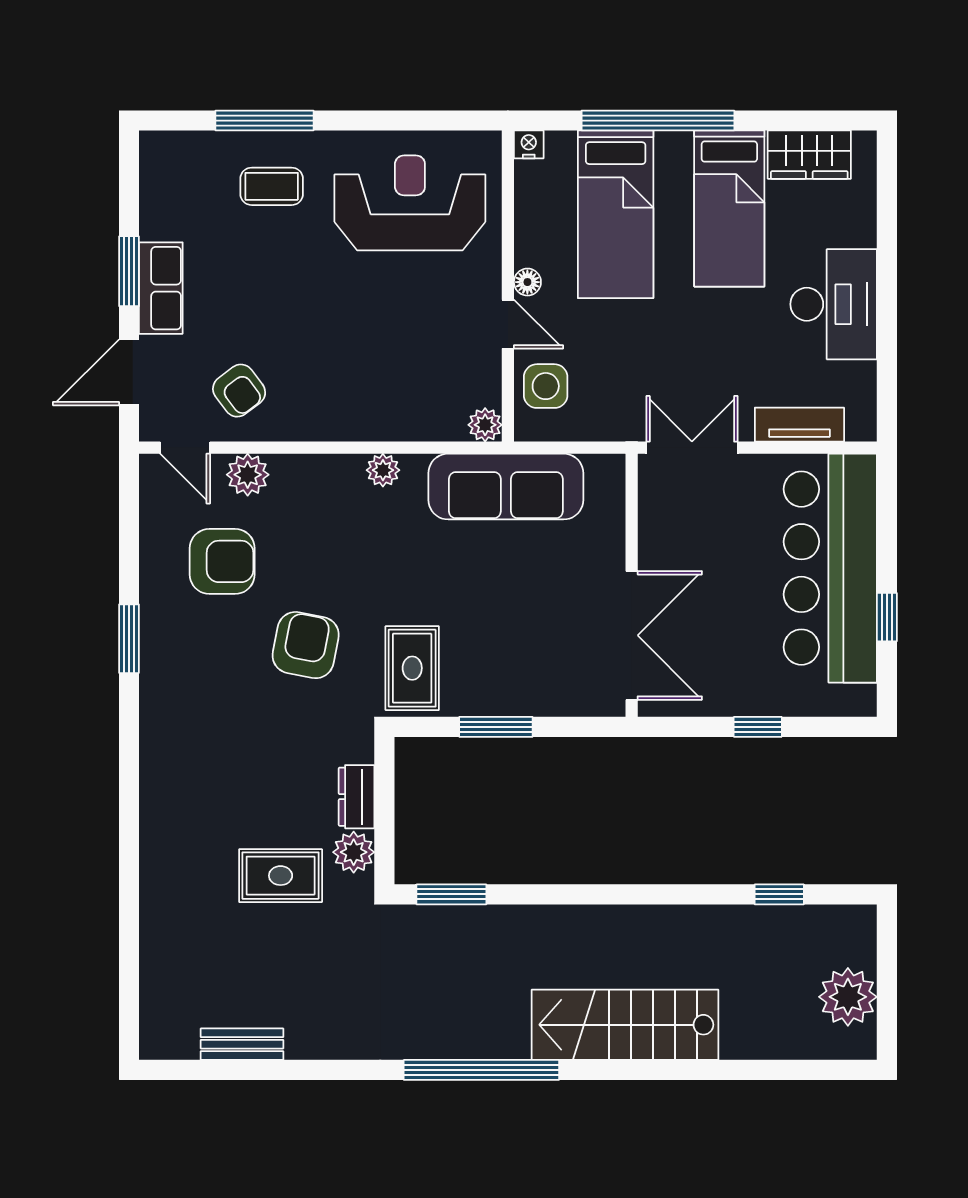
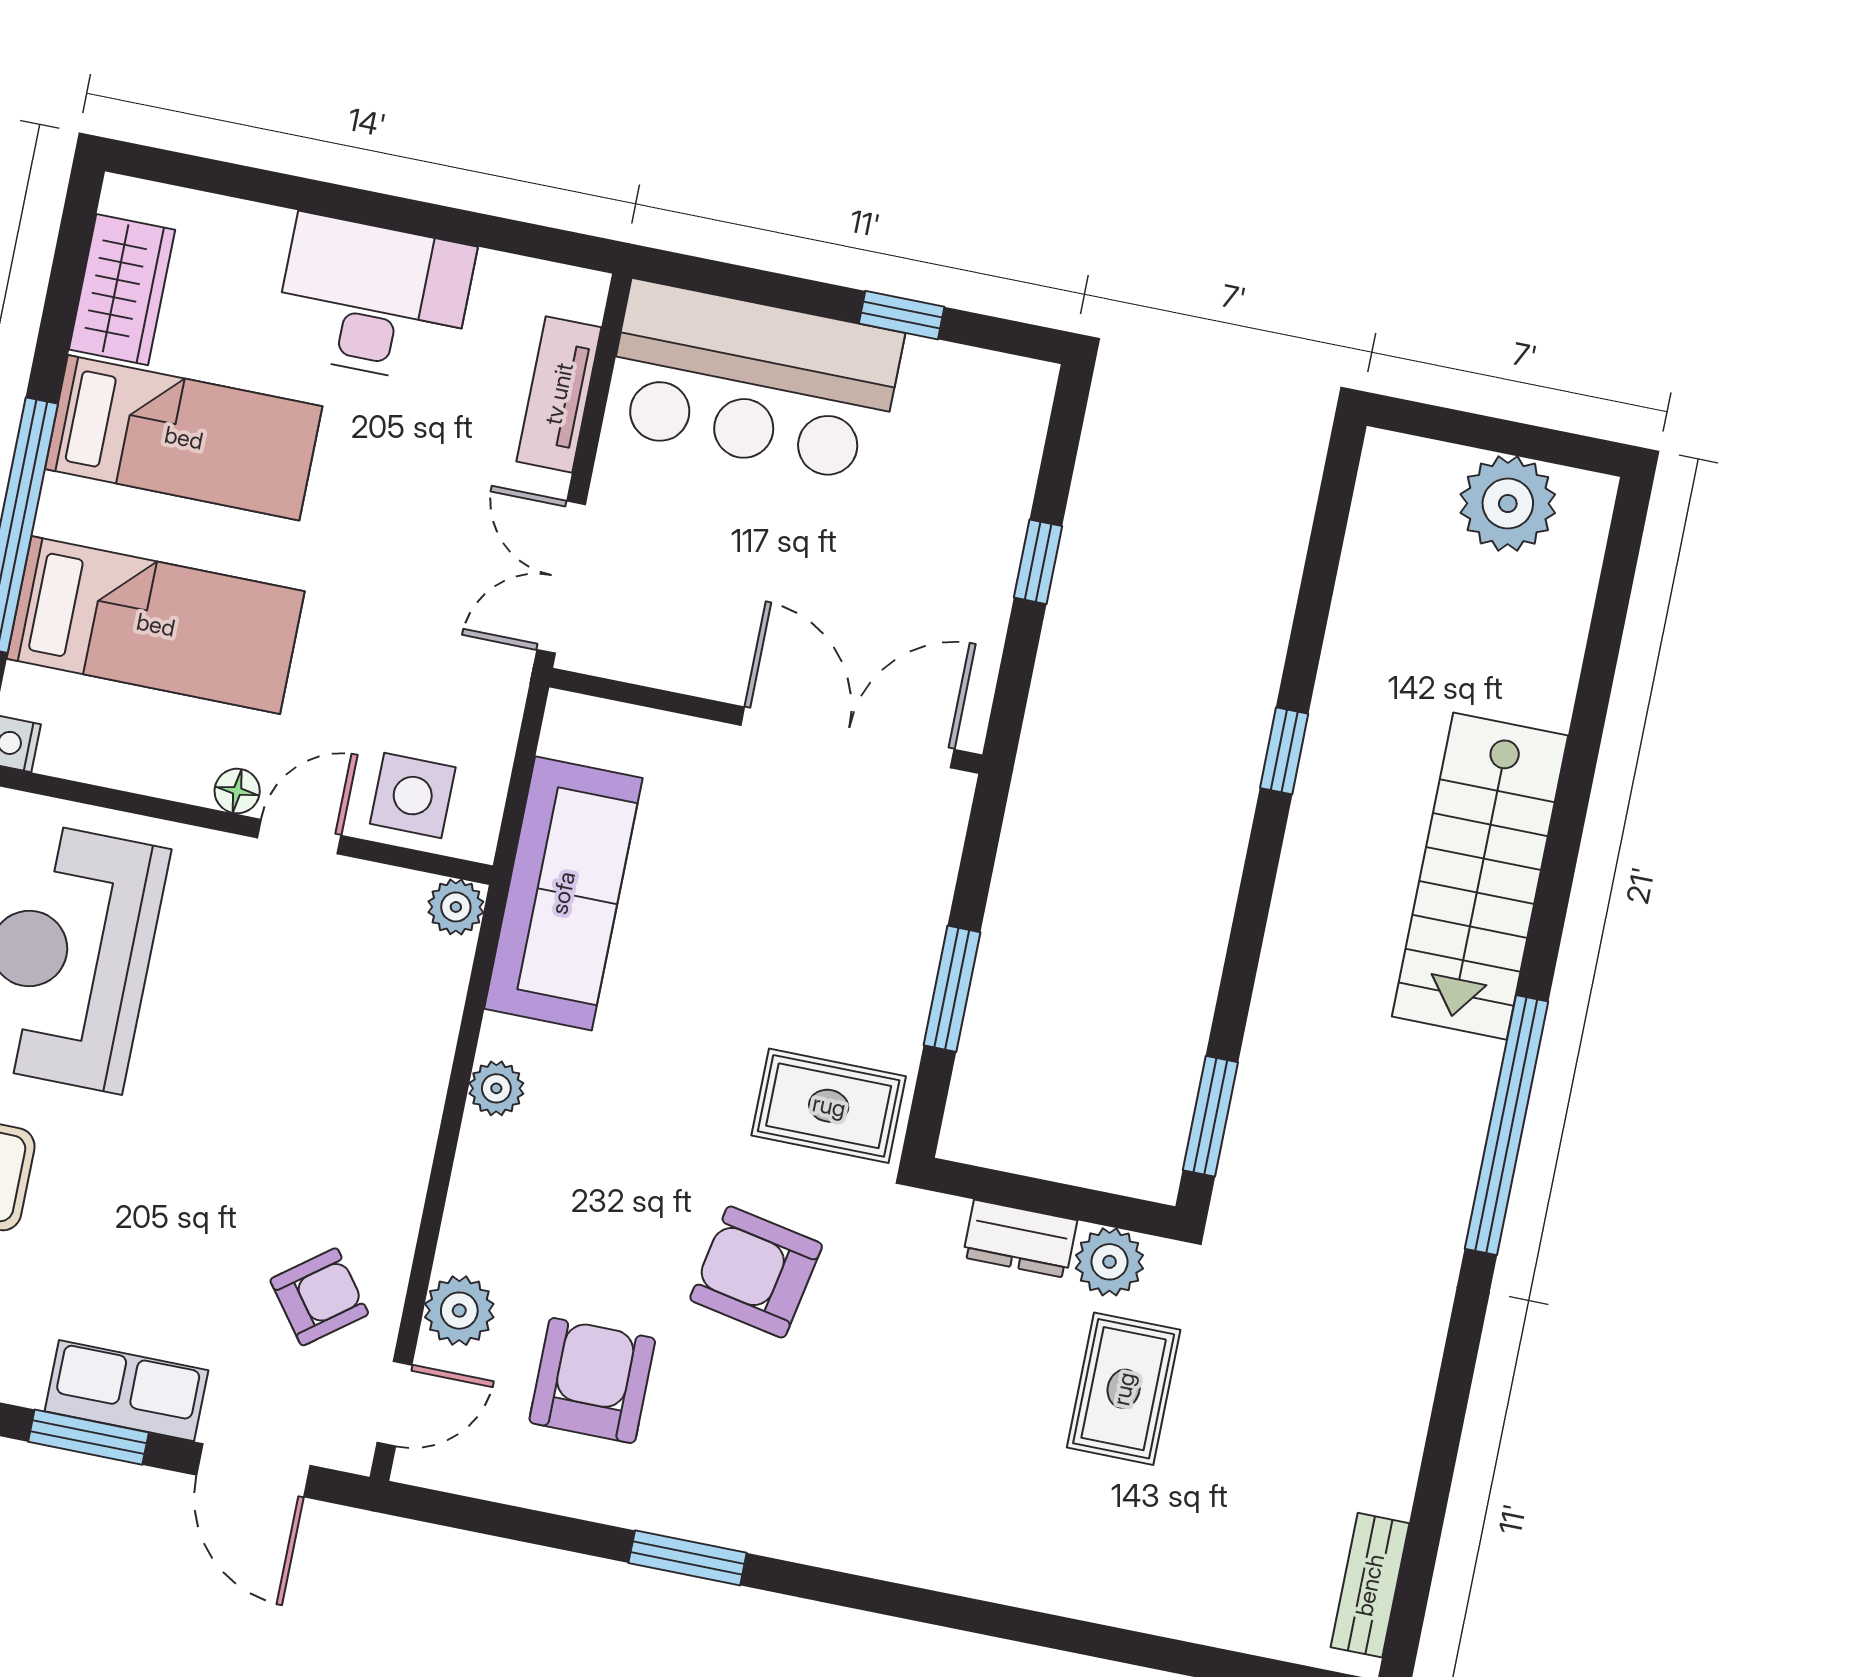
bar counter: (830, 568) -> (753, 381), width x0.73
window: (779, 894) -> (1284, 751), moved
bench: (242, 1044) -> (1370, 1585), moved

